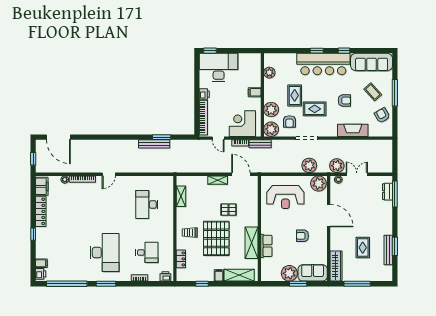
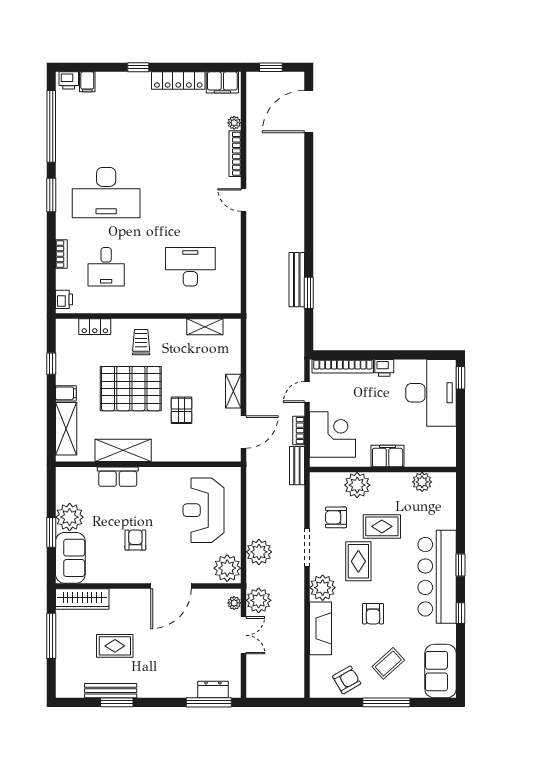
sofa: (372, 62) -> (440, 671), width x0.73
filing cabinet: (255, 92) -> (388, 456), width x2.00
plant: (271, 129) -> (323, 588), moved

